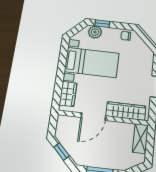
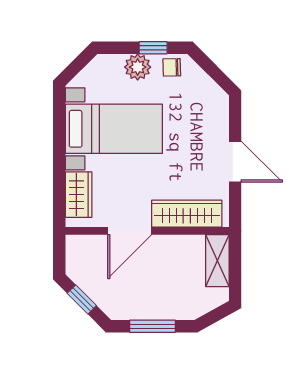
window: (102, 24) -> (153, 48), moved
plant: (95, 32) -> (138, 67), moved

